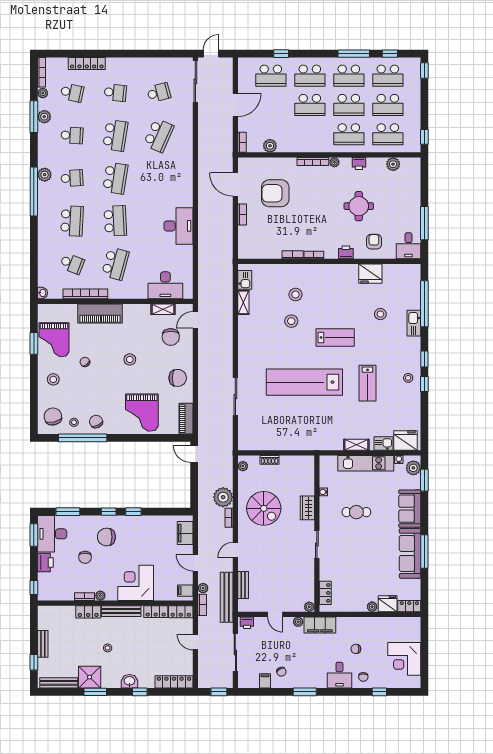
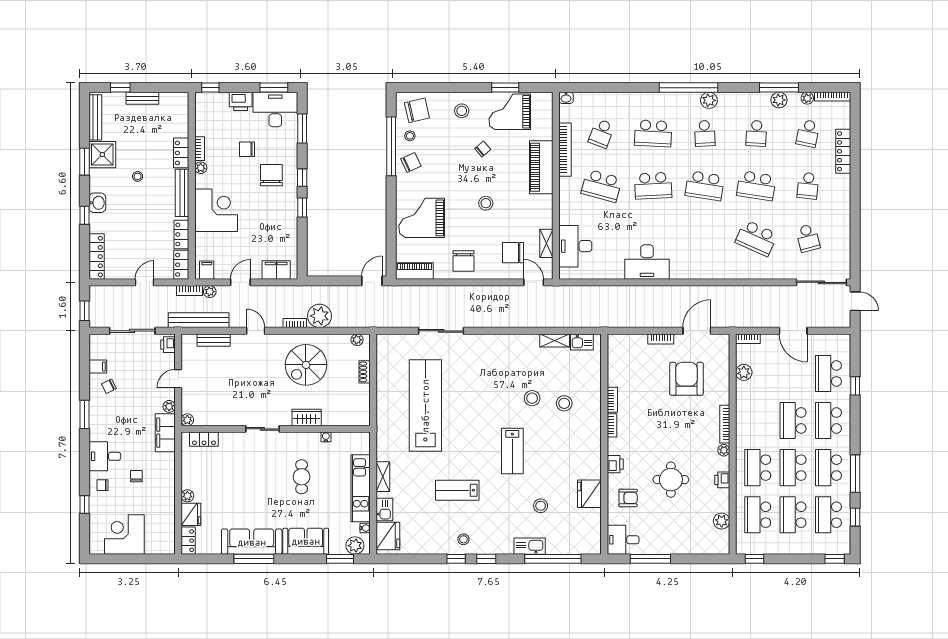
lab bench: (304, 382) -> (425, 406), moved

